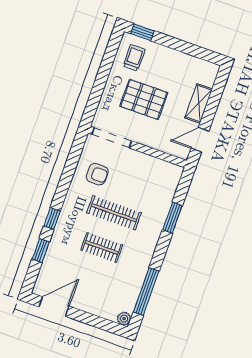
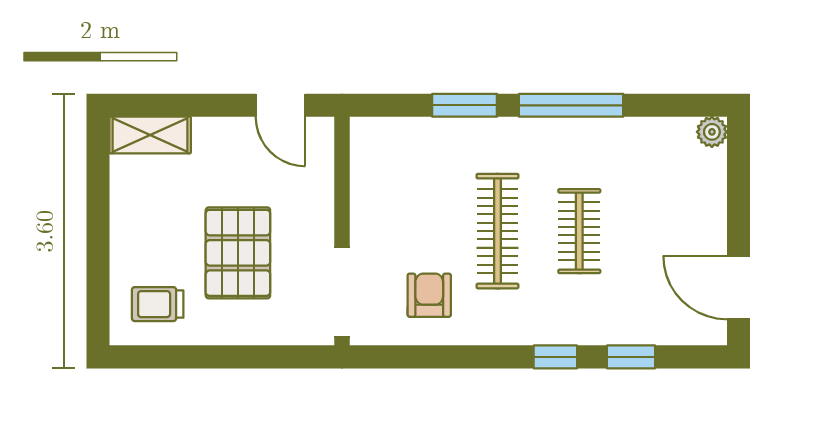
window: (142, 32) -> (98, 306), removed
shelving: (199, 103) -> (150, 135), moved
window: (146, 292) -> (571, 105), moved

